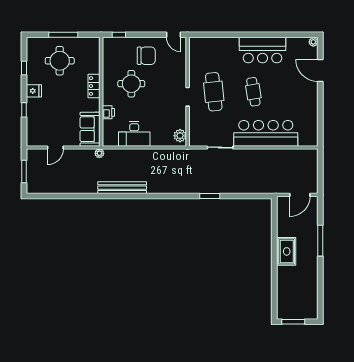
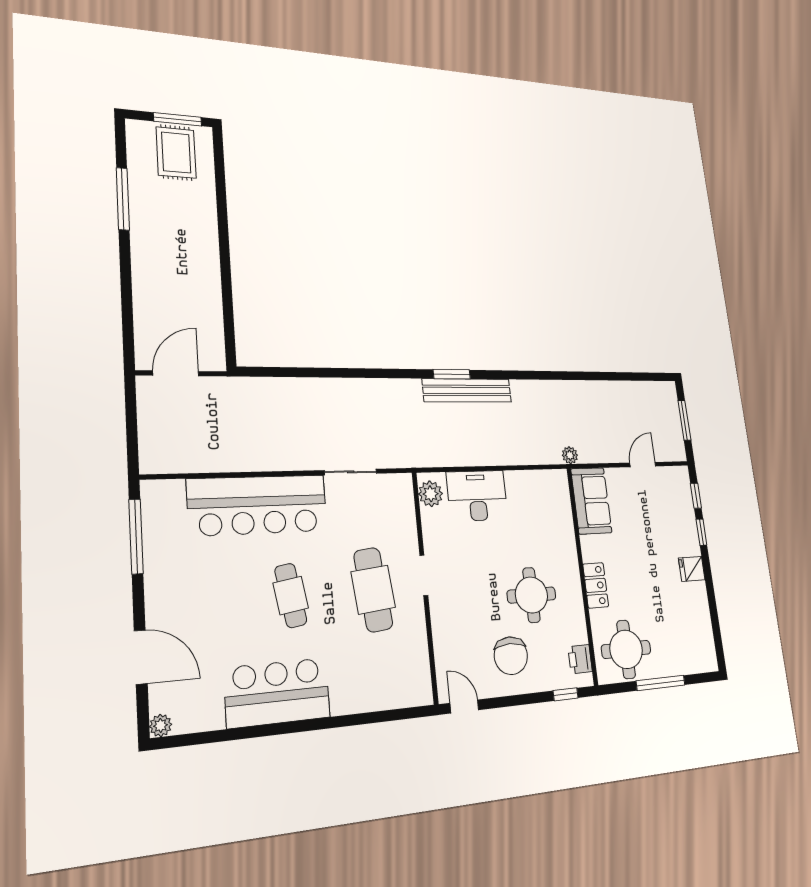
chair: (146, 56) -> (511, 656), turned -90
round table: (60, 61) -> (626, 649), moved
window: (24, 68) -> (696, 496), moved
printer: (108, 112) -> (580, 659), moved
window: (320, 122) -> (136, 536), added
desk: (134, 134) -> (477, 496), moved
bench: (122, 188) -> (467, 390), moved
window: (210, 196) -> (452, 374), moved
window: (320, 241) -> (123, 199), moved
rug: (287, 251) -> (176, 153), moved

